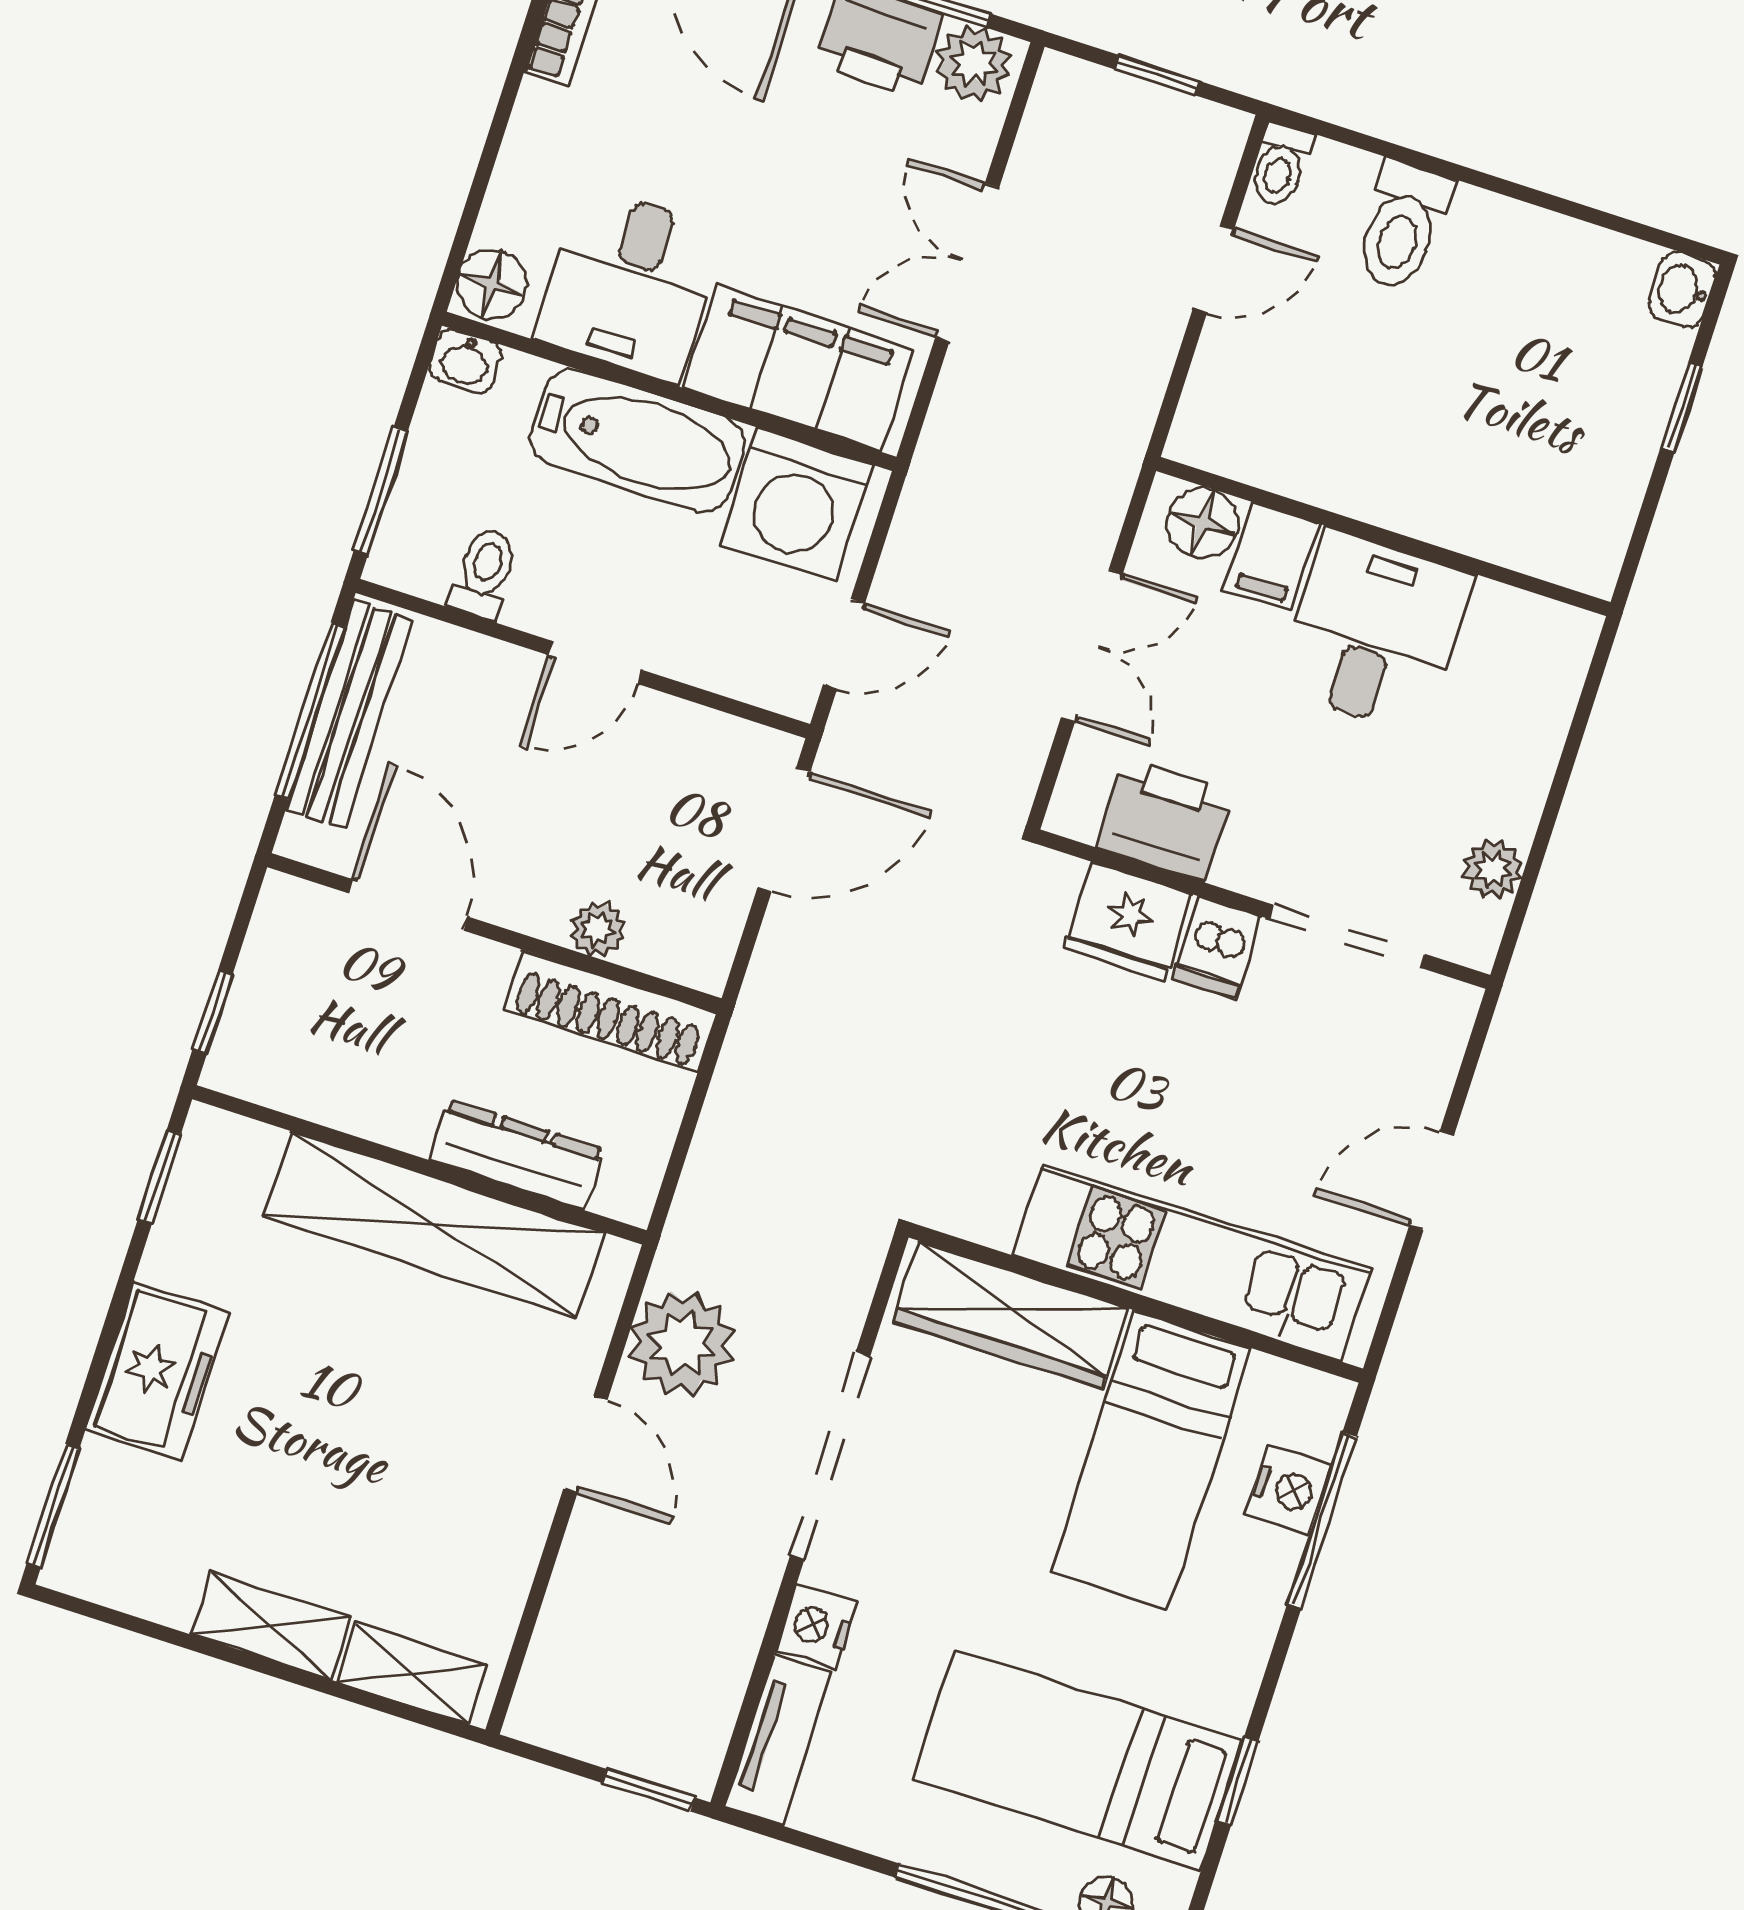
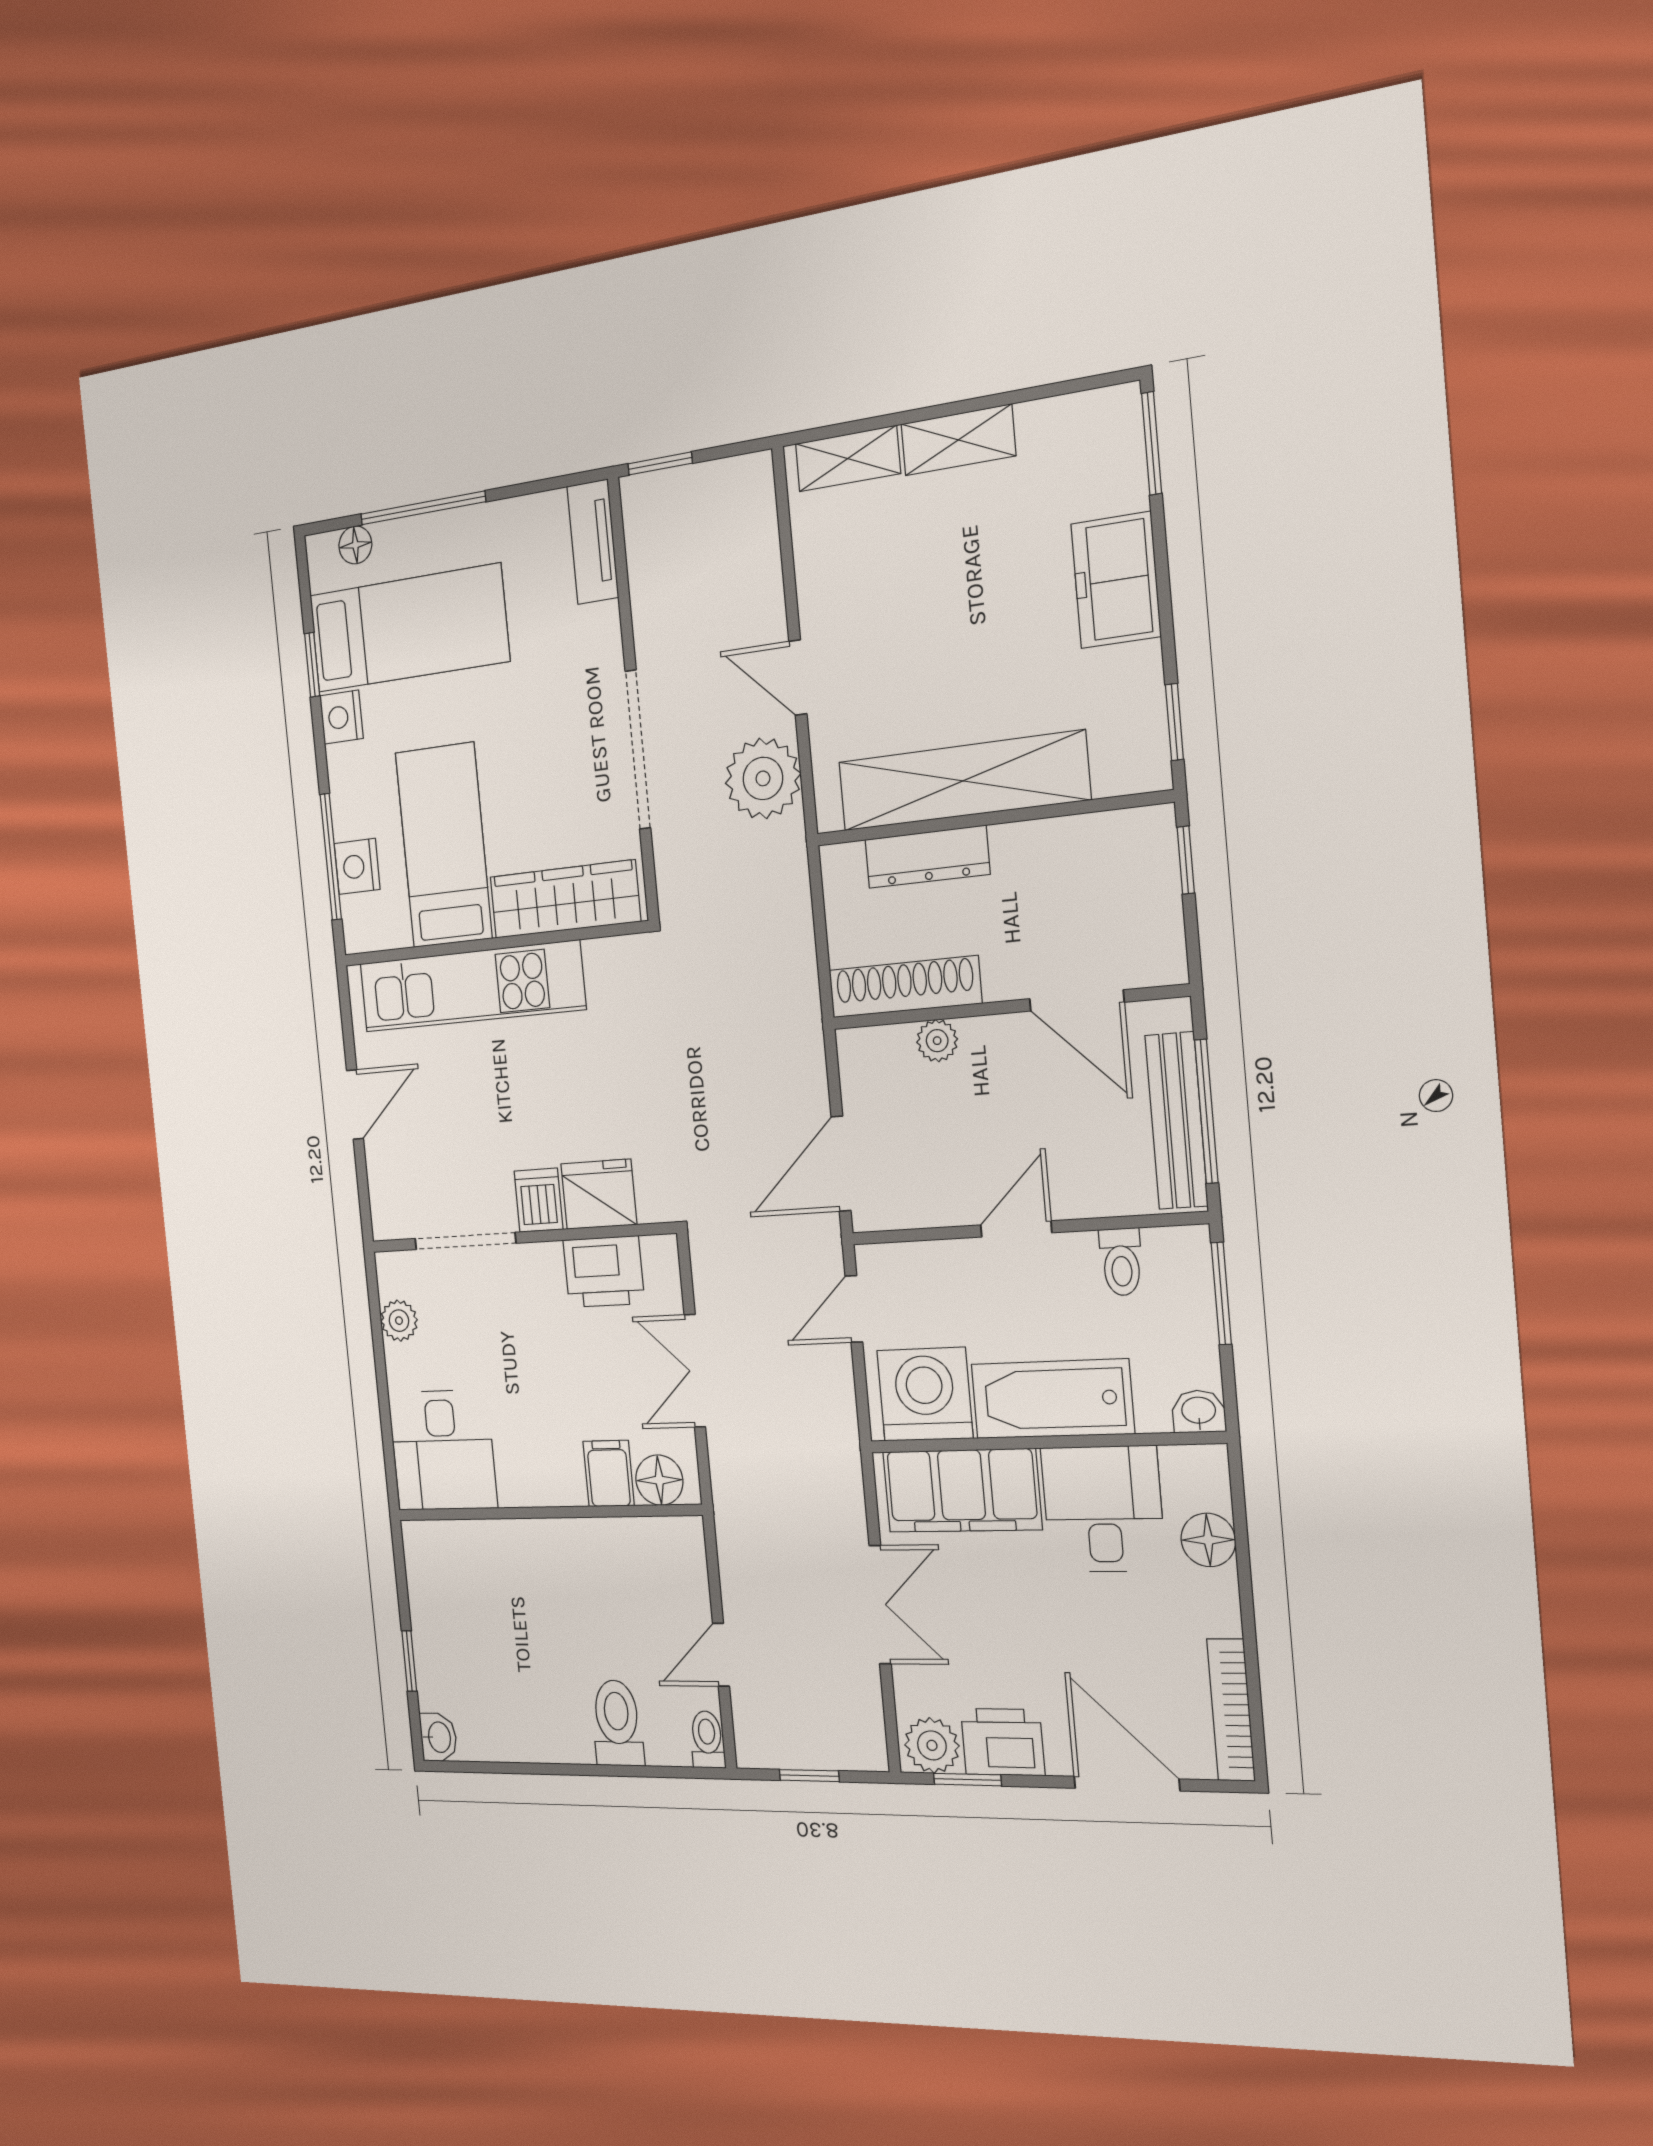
floor lamp: (492, 284) -> (1208, 1540), moved
desk: (1374, 631) -> (443, 1450), moved
nightstand: (816, 1626) -> (341, 717), moved, turned 180

